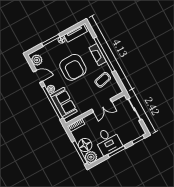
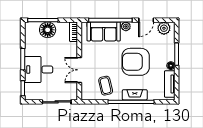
desk: (108, 141) -> (39, 70), moved
plant: (91, 157) -> (32, 29), removed

